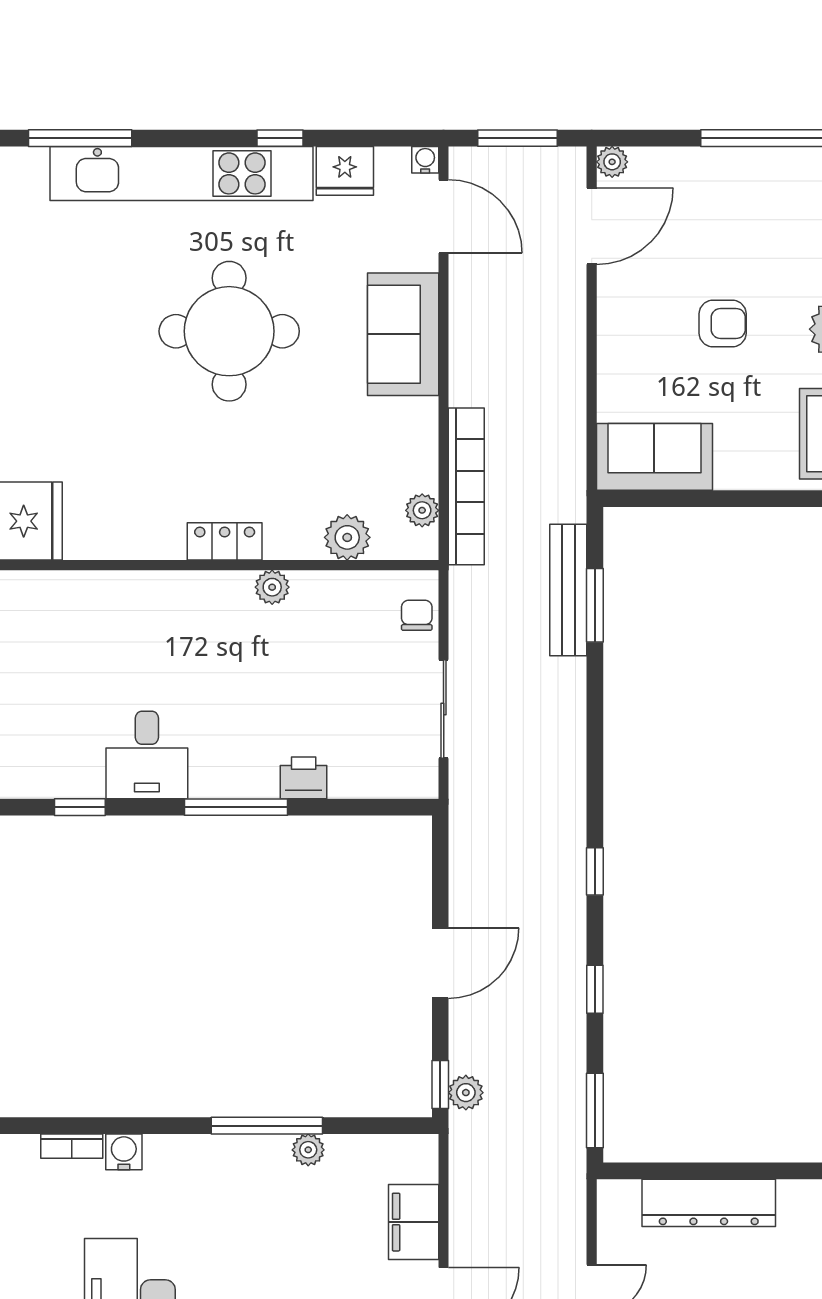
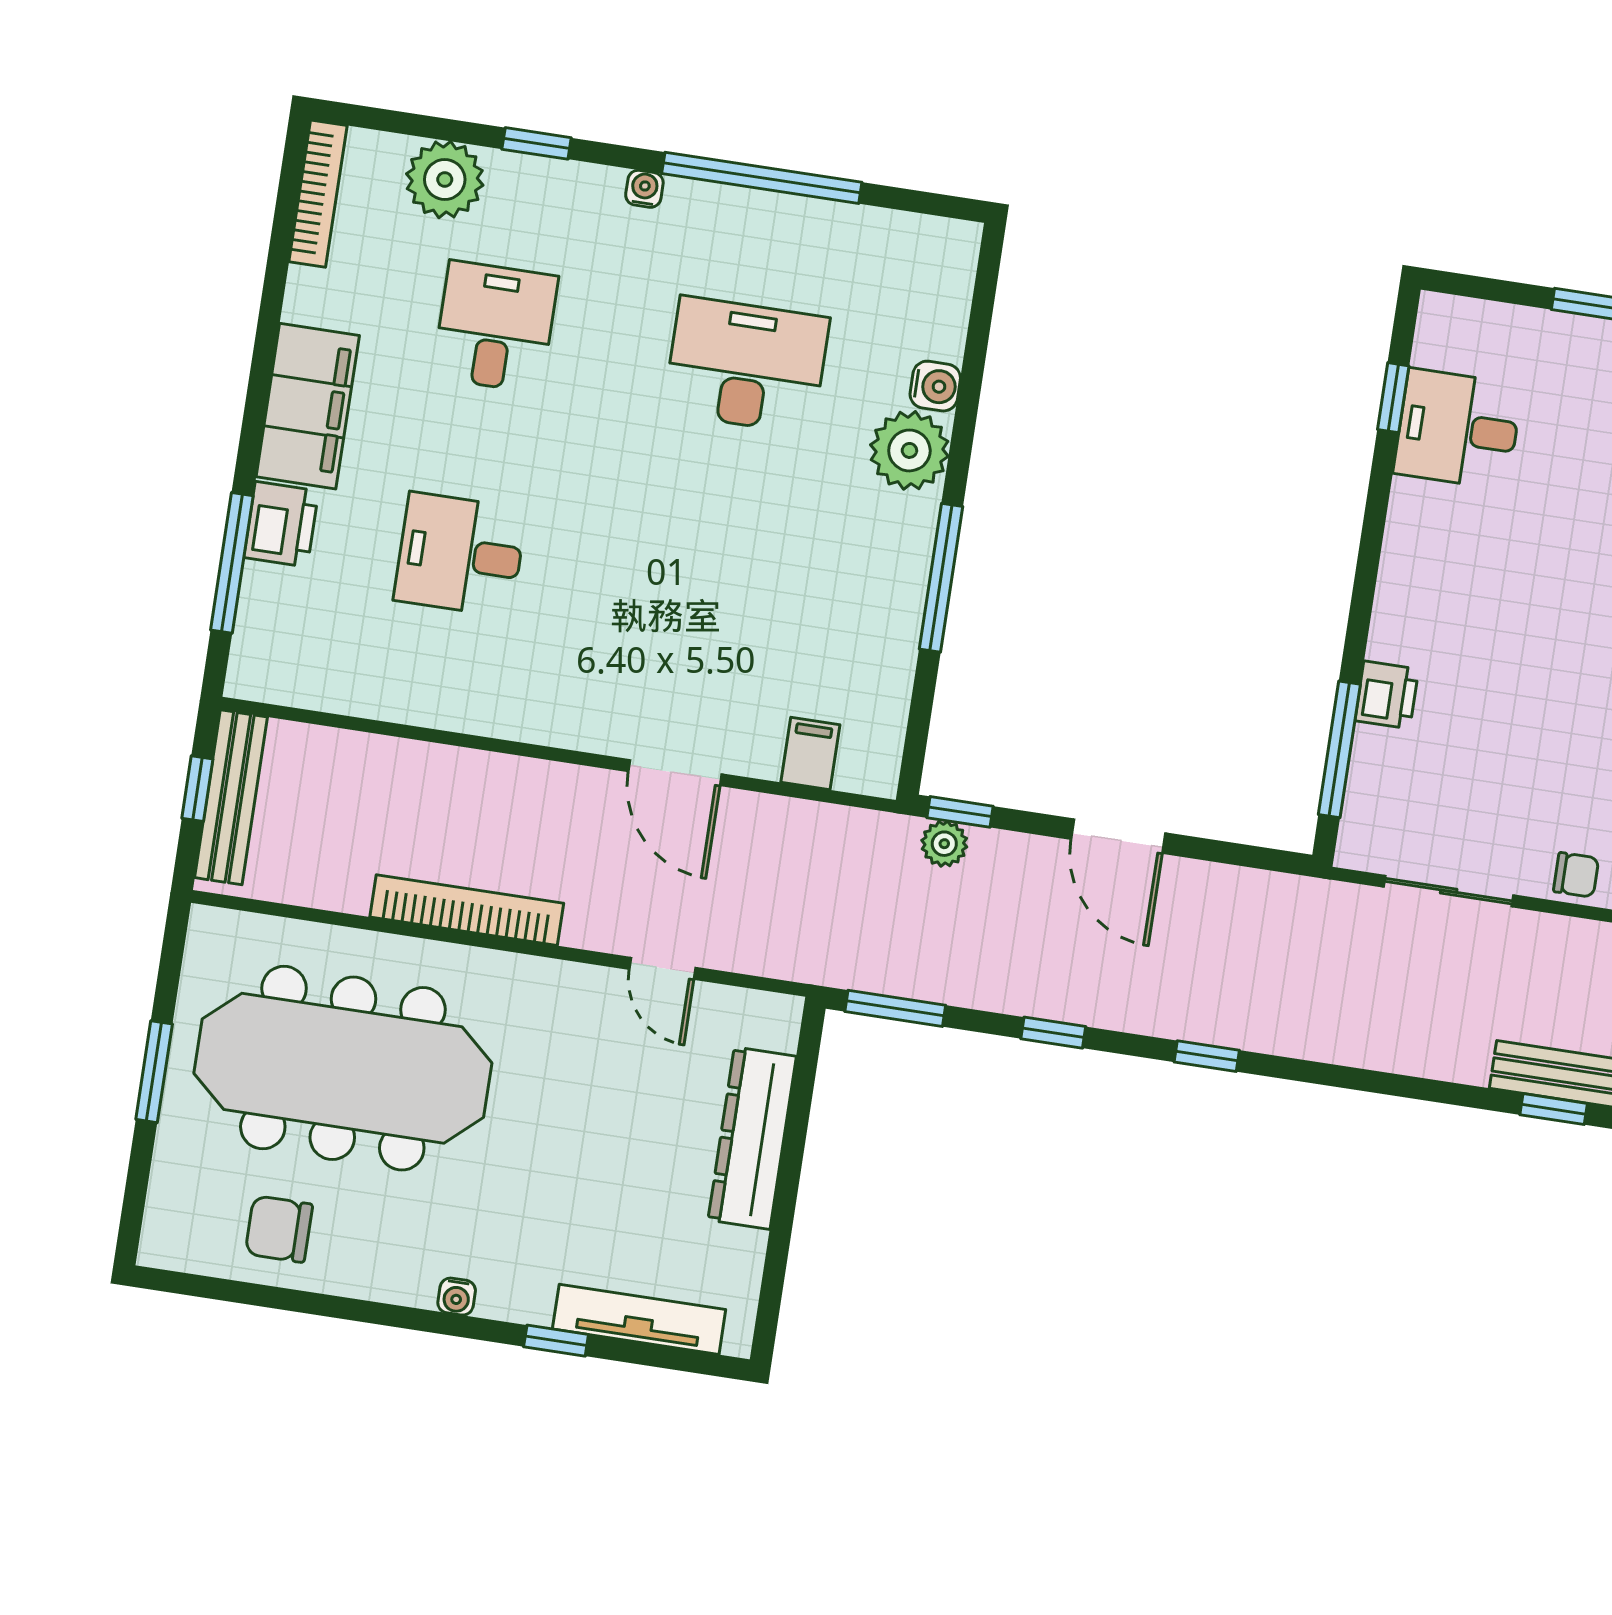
window: (595, 605) -> (1554, 1109), width x0.67
desk: (147, 755) -> (1458, 429), moved
window: (236, 807) -> (1339, 749), moved
bookcase: (72, 1146) -> (953, 319), removed
plant: (308, 1150) -> (909, 450), moved, width x1.88, depth x1.88
filing cabinet: (414, 1222) -> (810, 753), width x0.50

